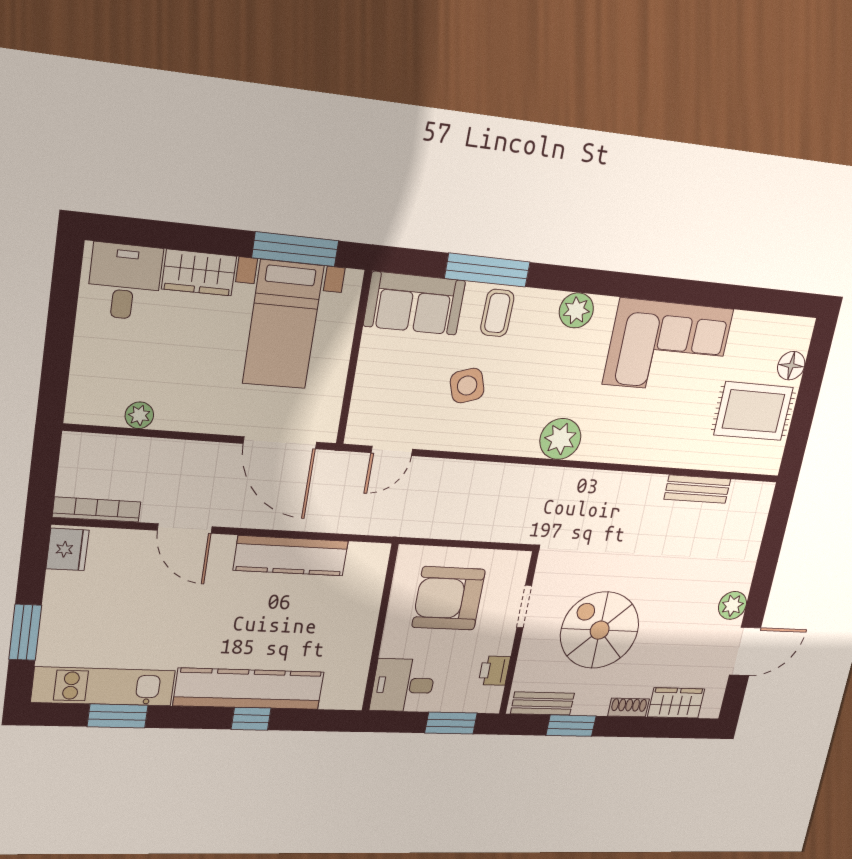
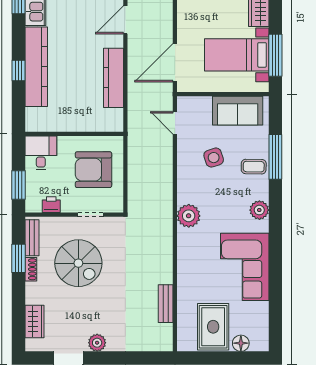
sofa: (414, 303) -> (238, 111), moved, turned -90
armchair: (449, 598) -> (93, 170), turned -90
spiral stairs: (600, 630) -> (78, 263), turned 90
shoe rack: (629, 707) -> (31, 269), moved

